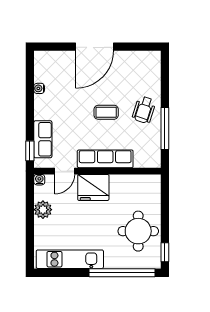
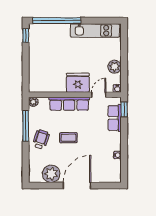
plant: (130, 63) -> (51, 174), added
plant: (154, 161) -> (33, 102), added
round table: (138, 231) -> (45, 51), removed

